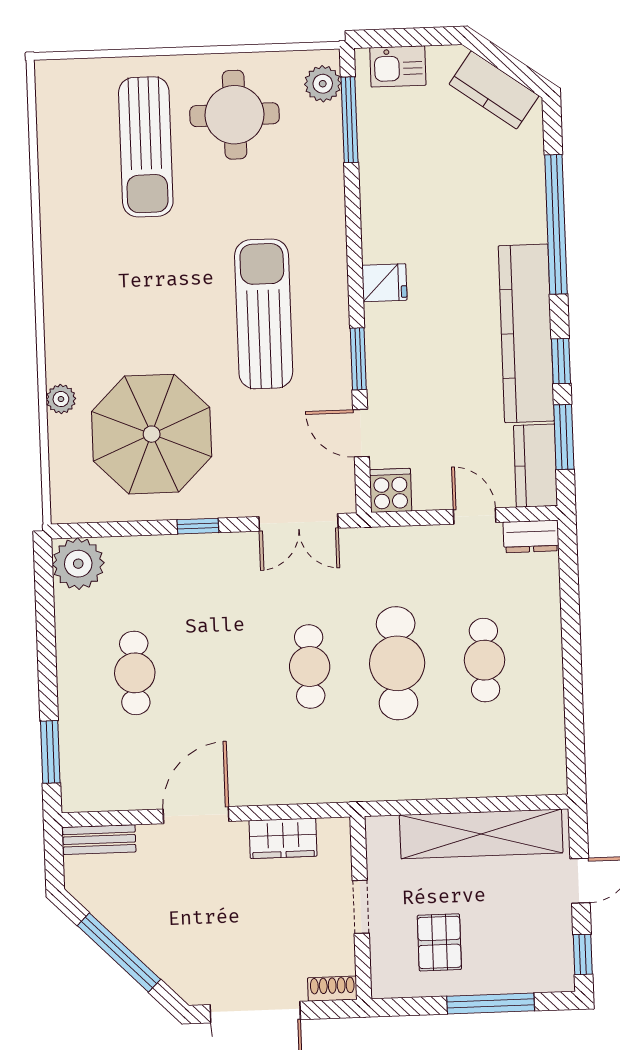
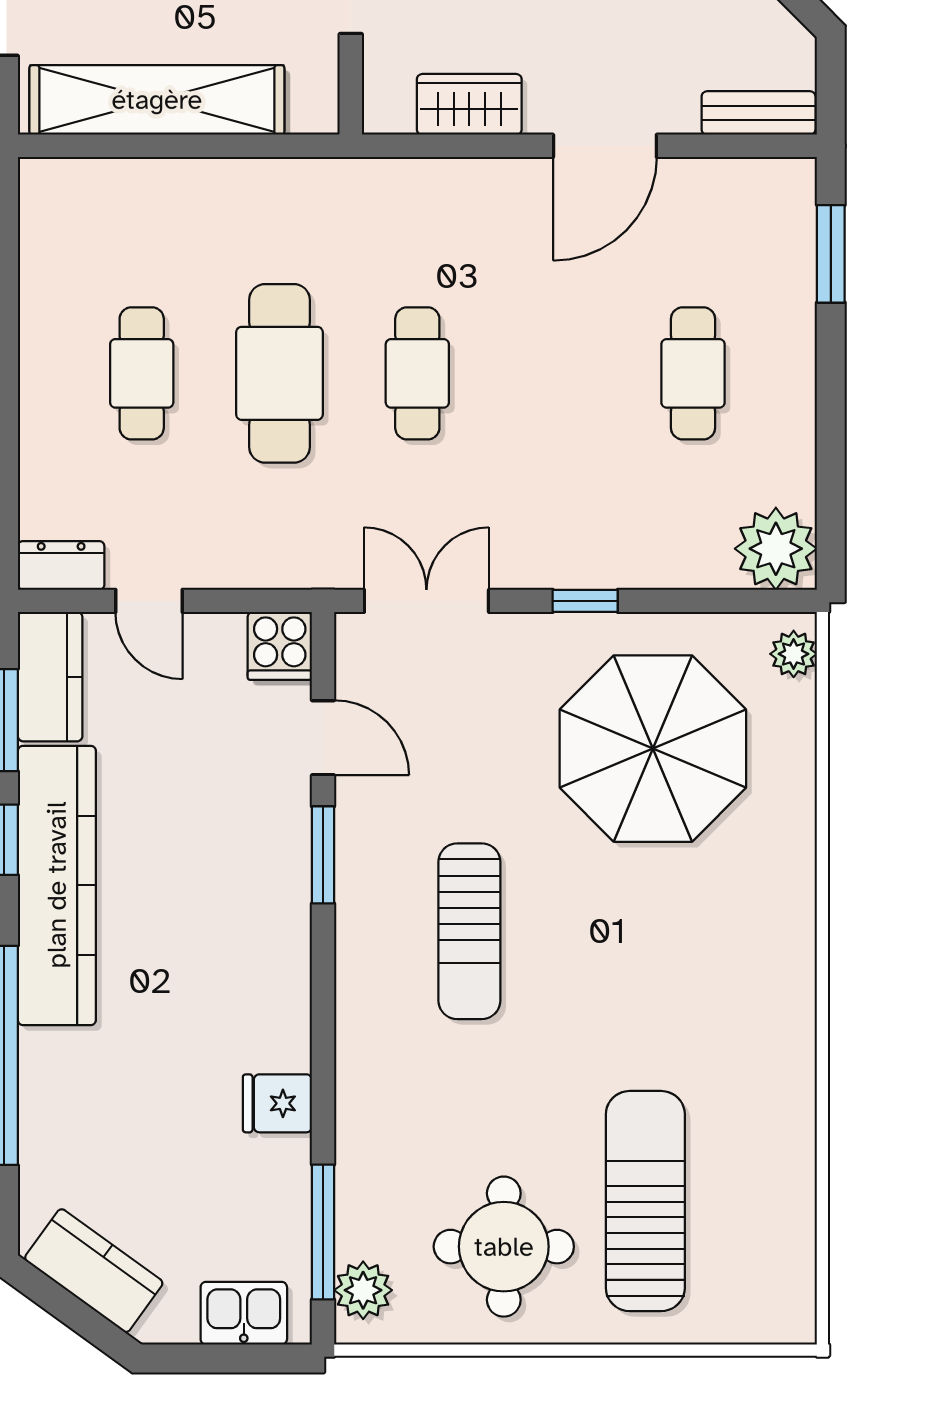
fridge: (384, 283) -> (277, 1103), moved
sun lounger: (264, 314) -> (469, 931), width x0.73, depth x0.75
plant: (61, 399) -> (794, 654), moved

